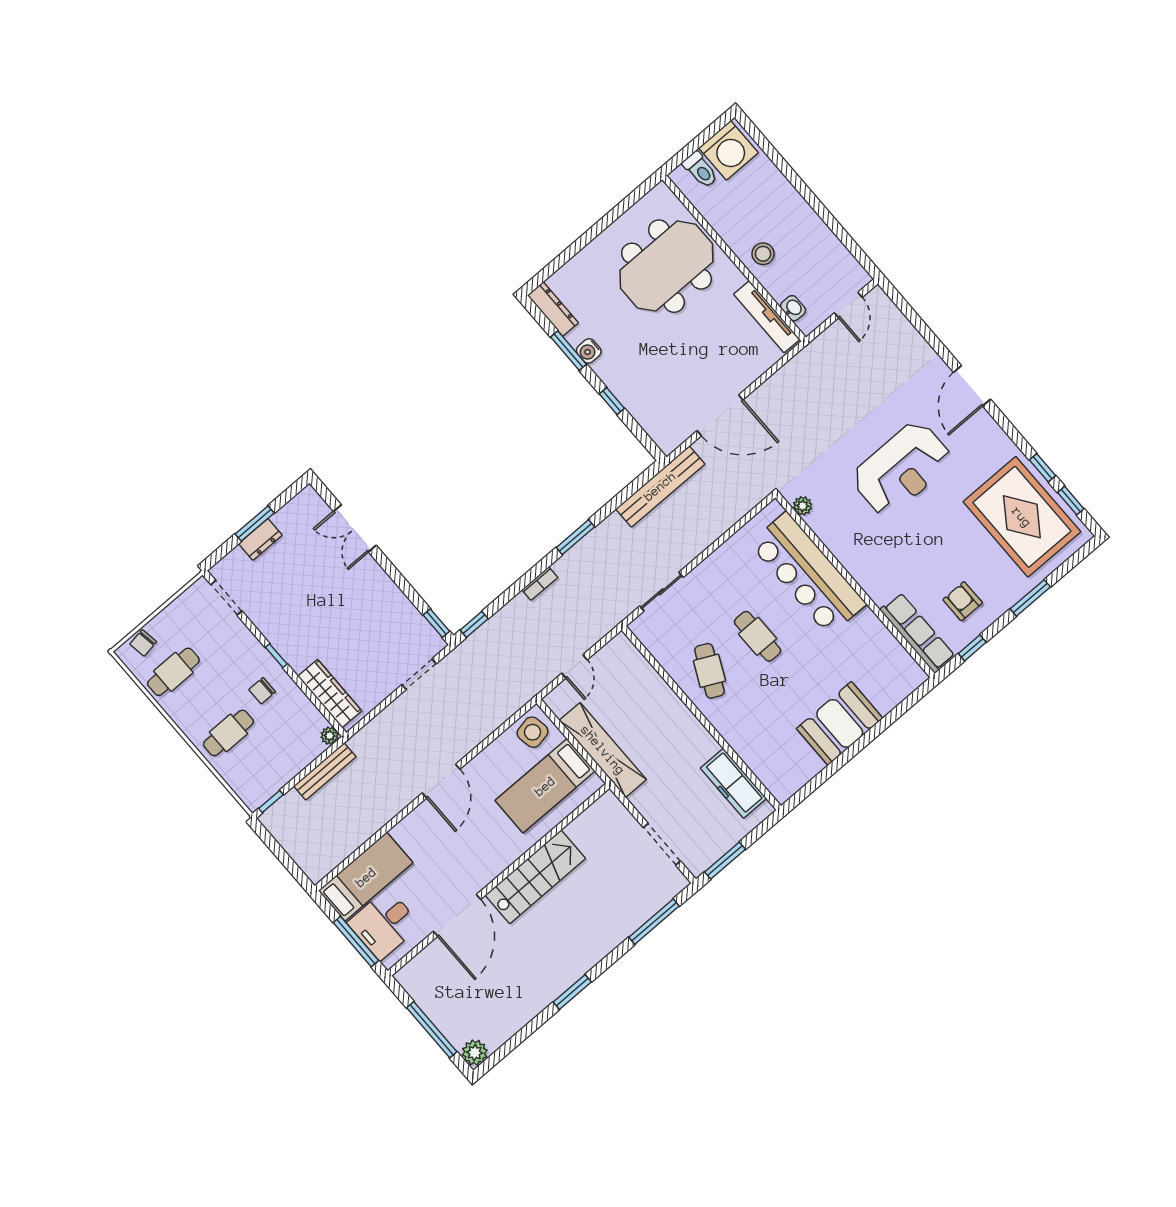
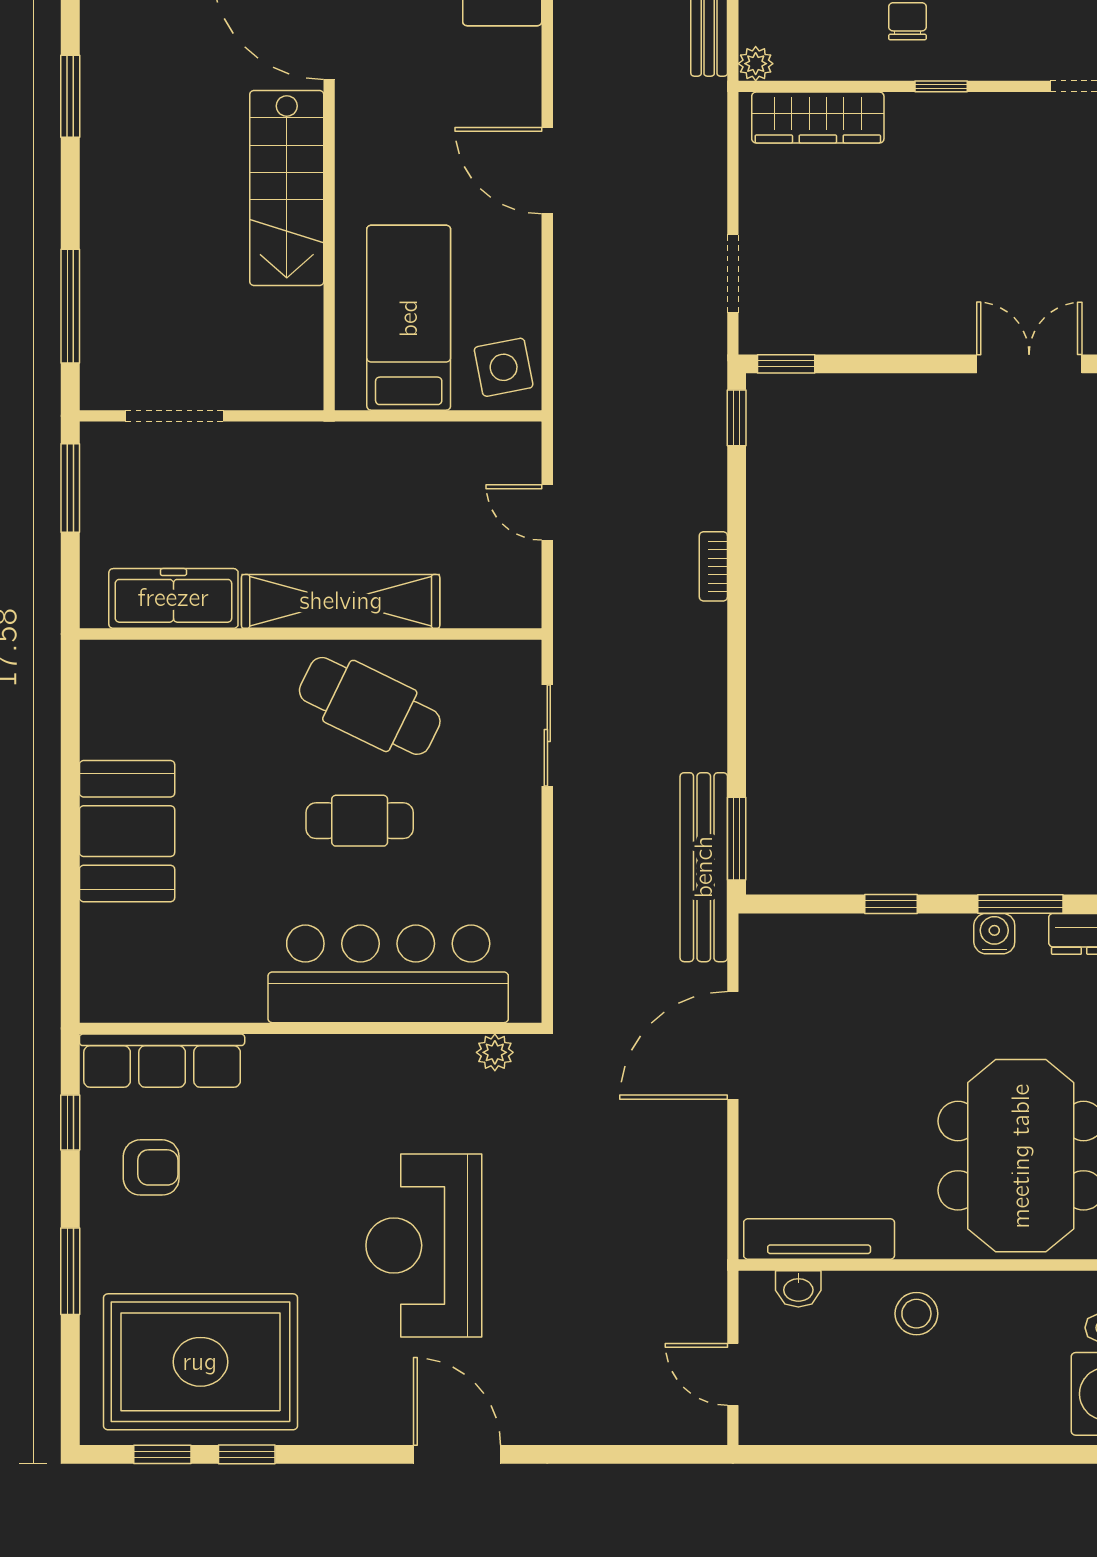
window: (575, 537) -> (737, 839), moved
cafe table: (709, 671) -> (370, 706), width x1.37, depth x1.35
shelving: (603, 750) -> (341, 601), moved

